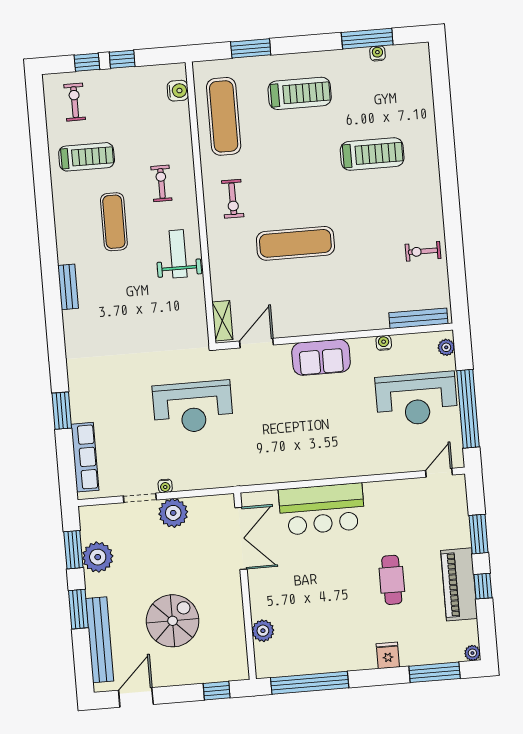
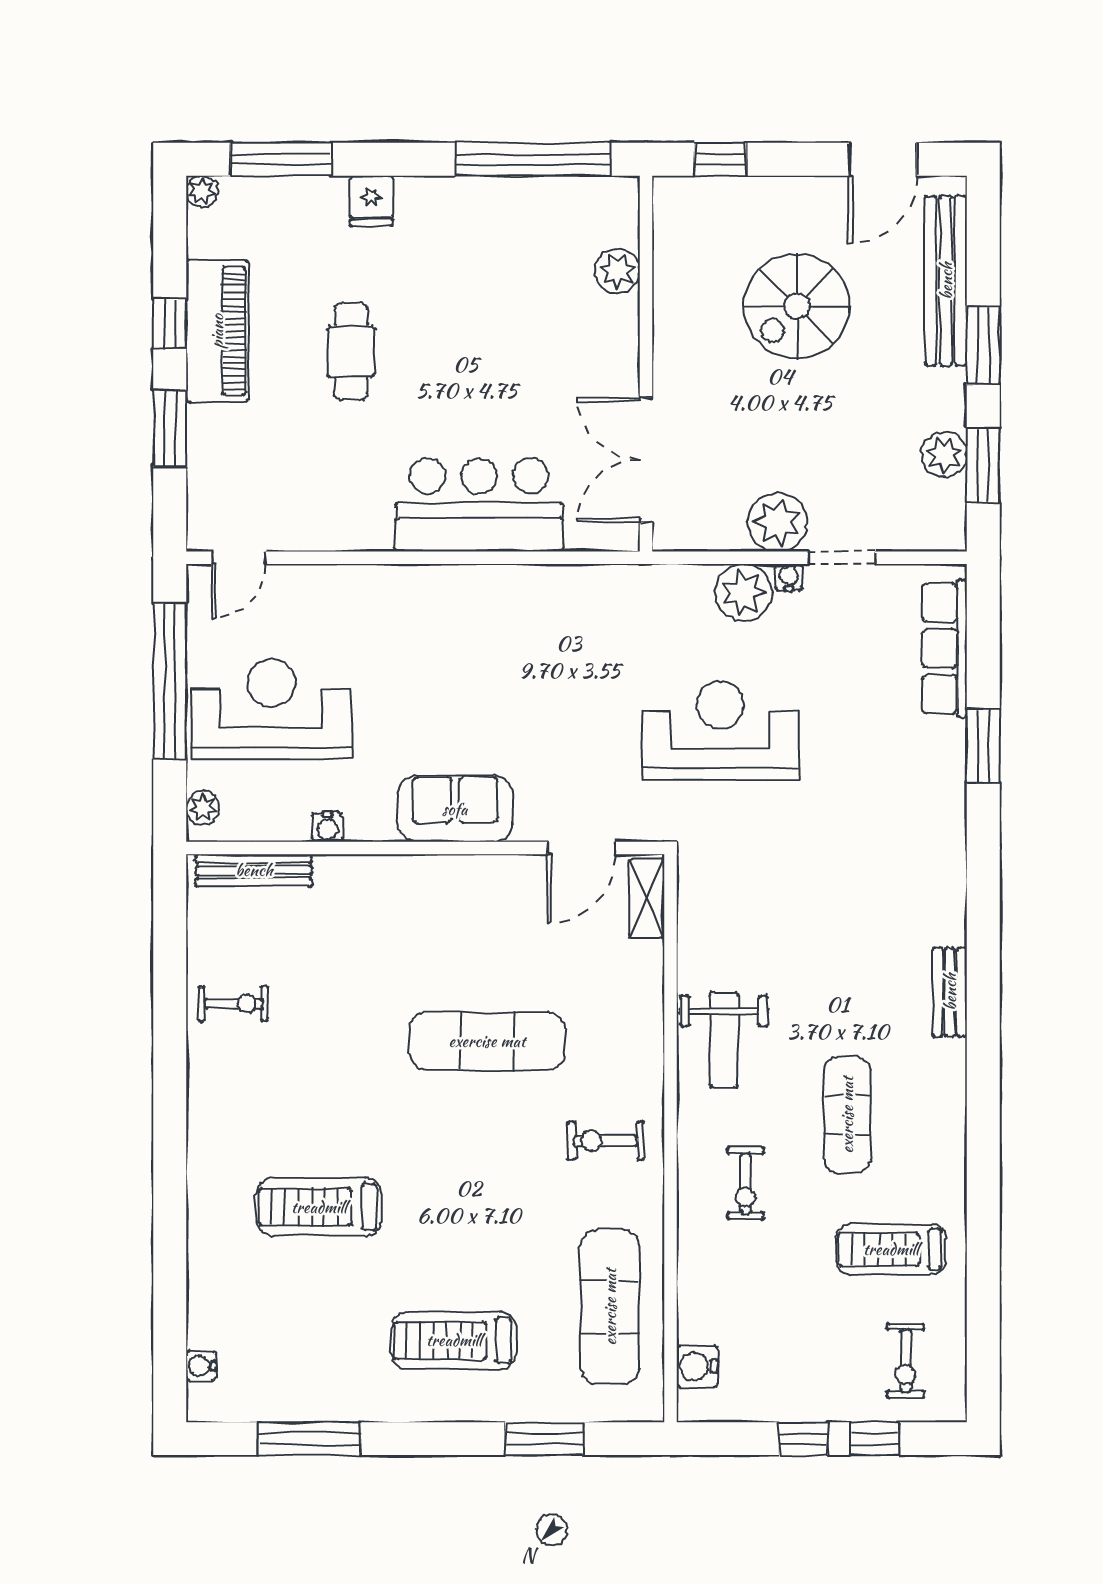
water cooler: (377, 53) -> (201, 1366), moved, turned 90
exercise bike: (233, 199) -> (605, 1141), turned -90
plant: (187, 477) -> (744, 592), added
plant: (98, 557) -> (944, 455), width x0.73, depth x0.73

